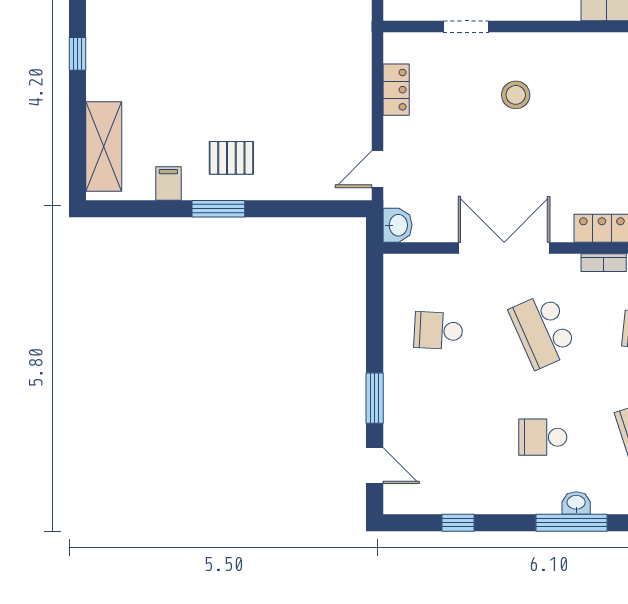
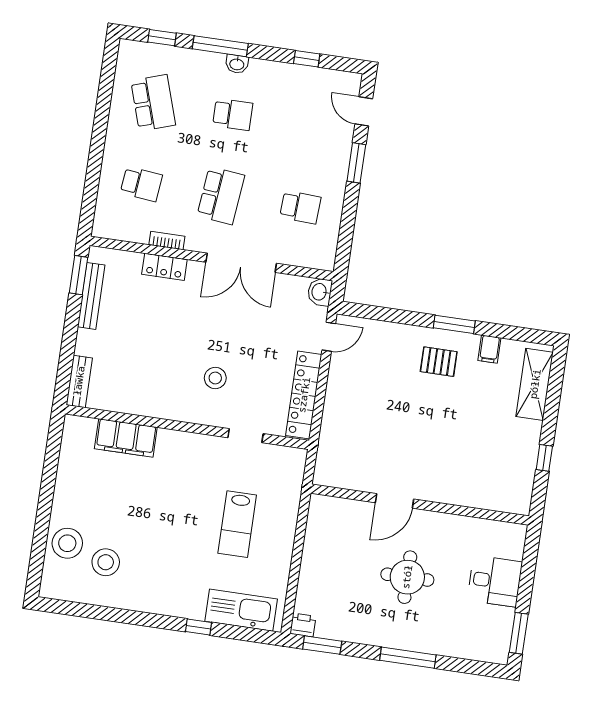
locker: (396, 90) -> (304, 395), width x2.16, depth x1.21
school desk: (543, 331) -> (221, 196), turned 30
washbasin: (576, 503) -> (237, 64), moved

